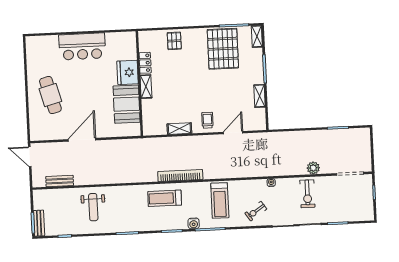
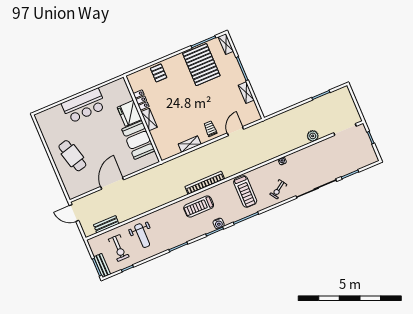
exercise bike: (307, 194) -> (119, 248), moved
water cooler: (194, 223) -> (219, 223), moved

